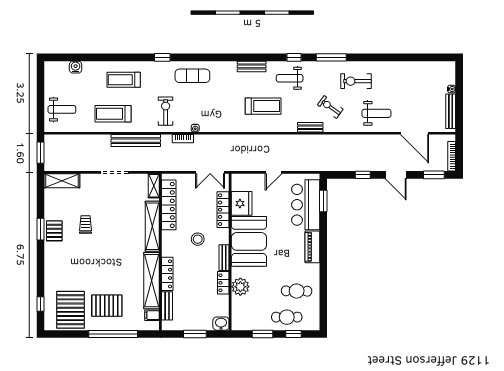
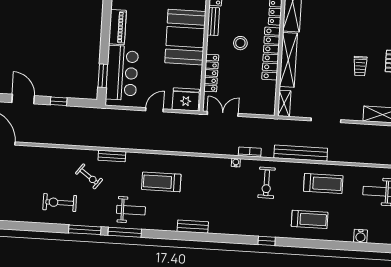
window: (294, 57) -> (125, 232), width x2.17
bench: (252, 66) -> (193, 227), moved
exercise mat: (192, 76) -> (235, 219), removed
exercise bike: (356, 81) -> (60, 203), turned 180
weight bench: (376, 113) -> (40, 167), removed
fridge: (242, 203) -> (186, 99), moved, turned 90
locker: (169, 205) -> (271, 54), moved

